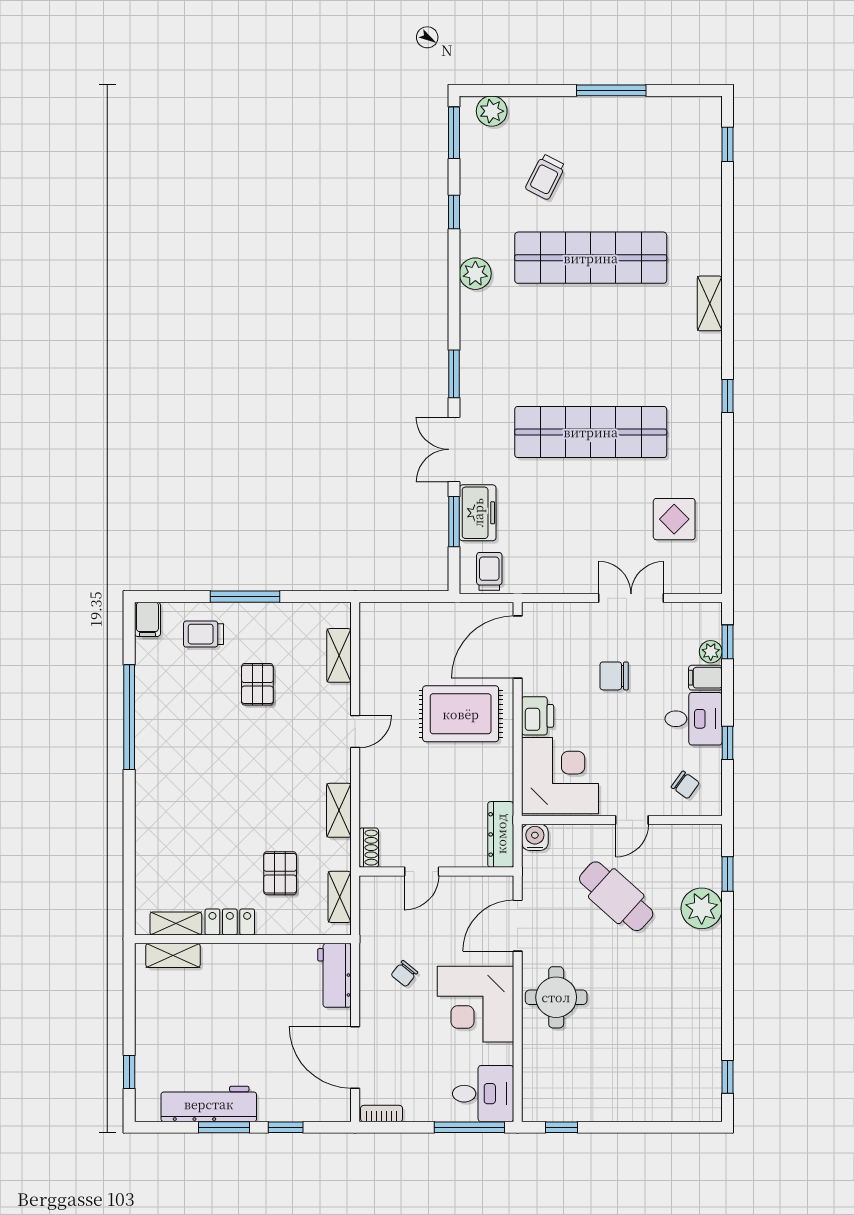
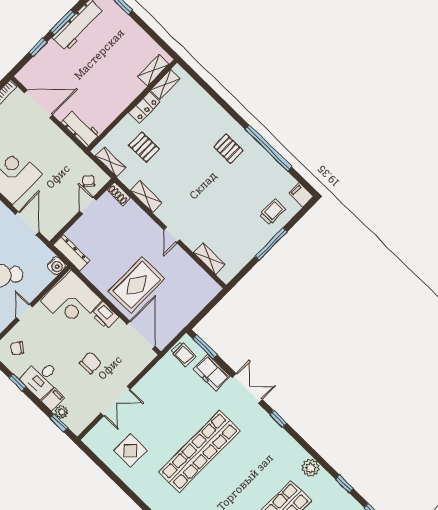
window: (454, 374) -> (278, 419), width x0.67
window: (454, 522) -> (205, 347), moved
pallet: (257, 684) -> (228, 149), moved
chair: (404, 974) -> (88, 181), moved

